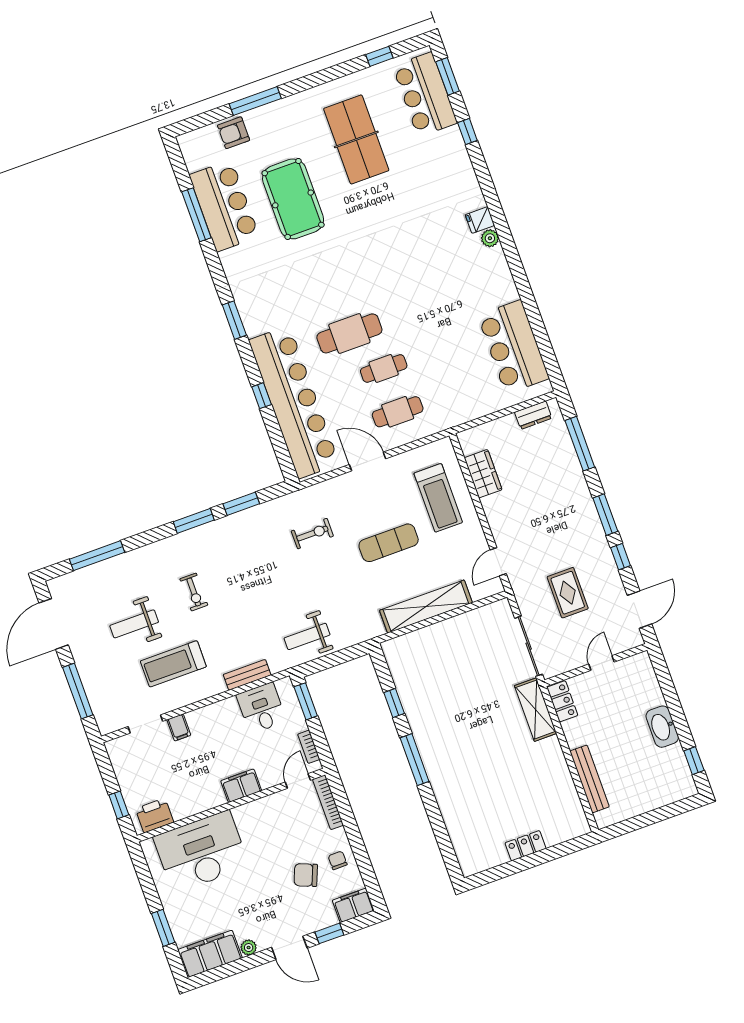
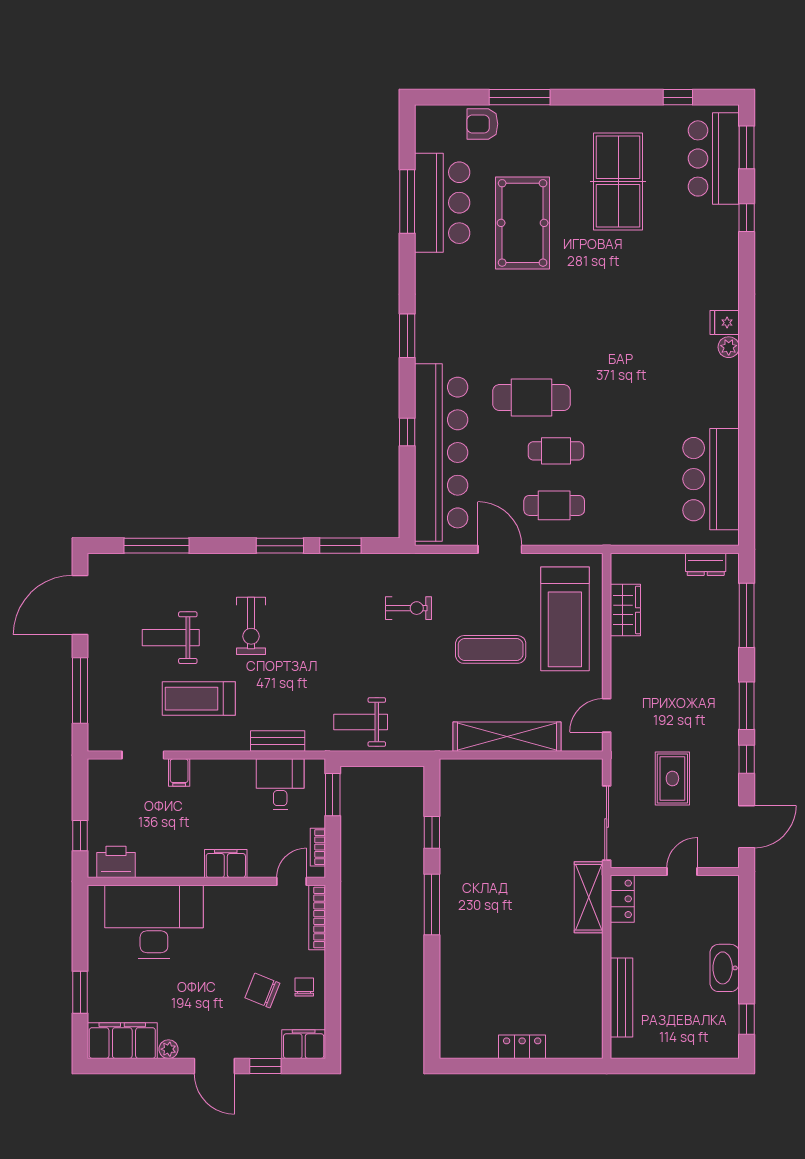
treadmill: (438, 498) -> (565, 619), width x1.37, depth x1.38
exercise bike: (194, 592) -> (251, 626), width x1.38, depth x1.39

